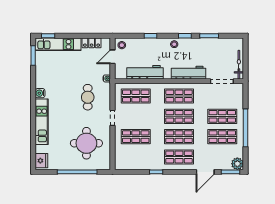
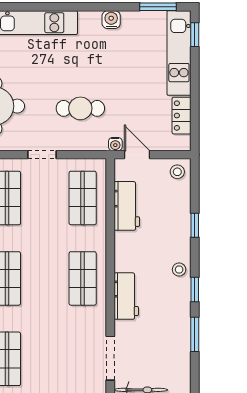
door: (113, 57) -> (137, 155), moved
workbench: (145, 72) -> (127, 206), width x0.73
workbench: (189, 73) -> (126, 296), width x0.73
water cooler: (40, 93) -> (111, 20), moved
shop shelf: (179, 116) -> (45, 278), removed
shop shelf: (222, 116) -> (45, 359), removed

